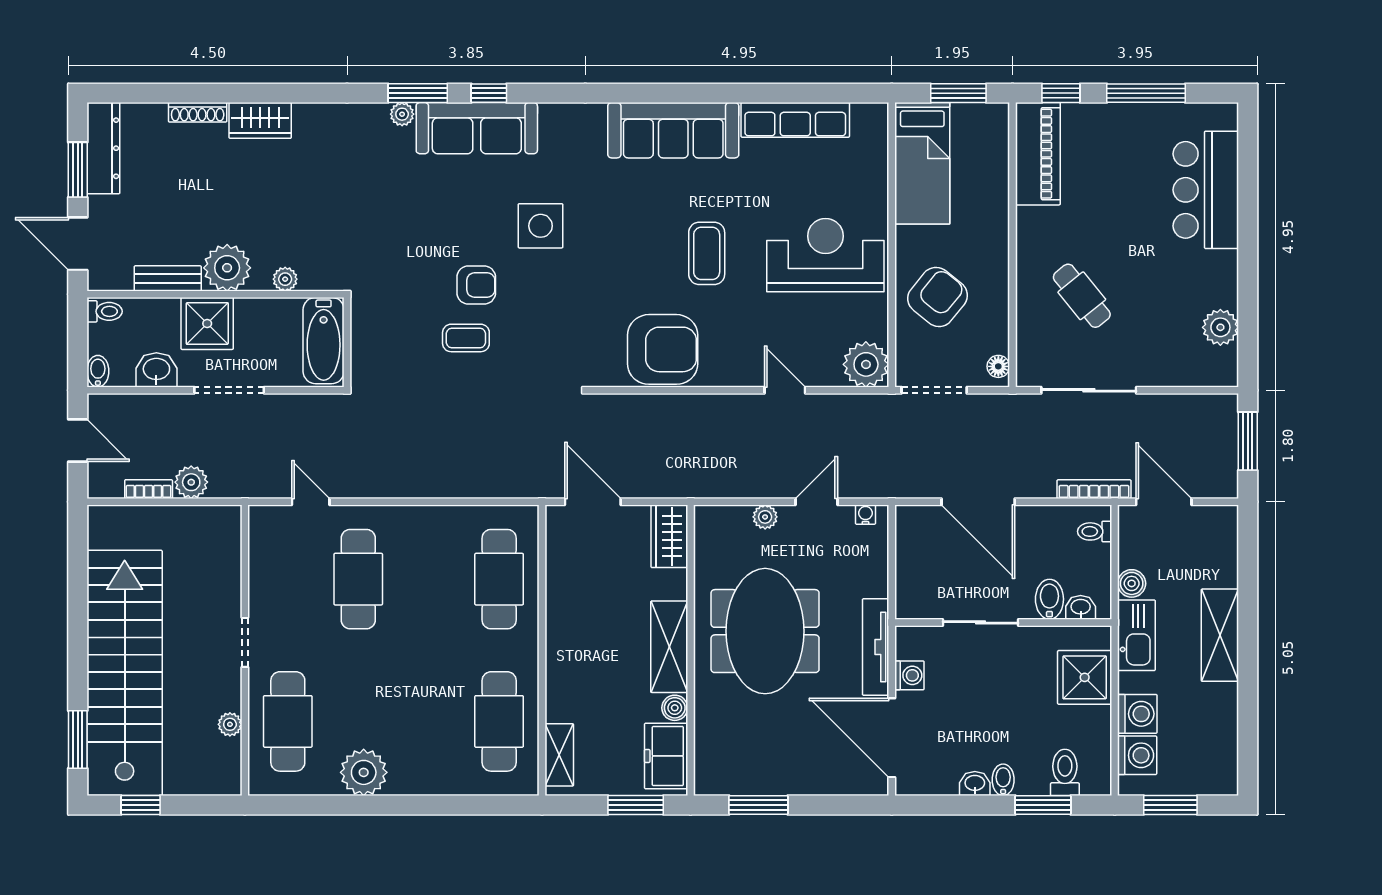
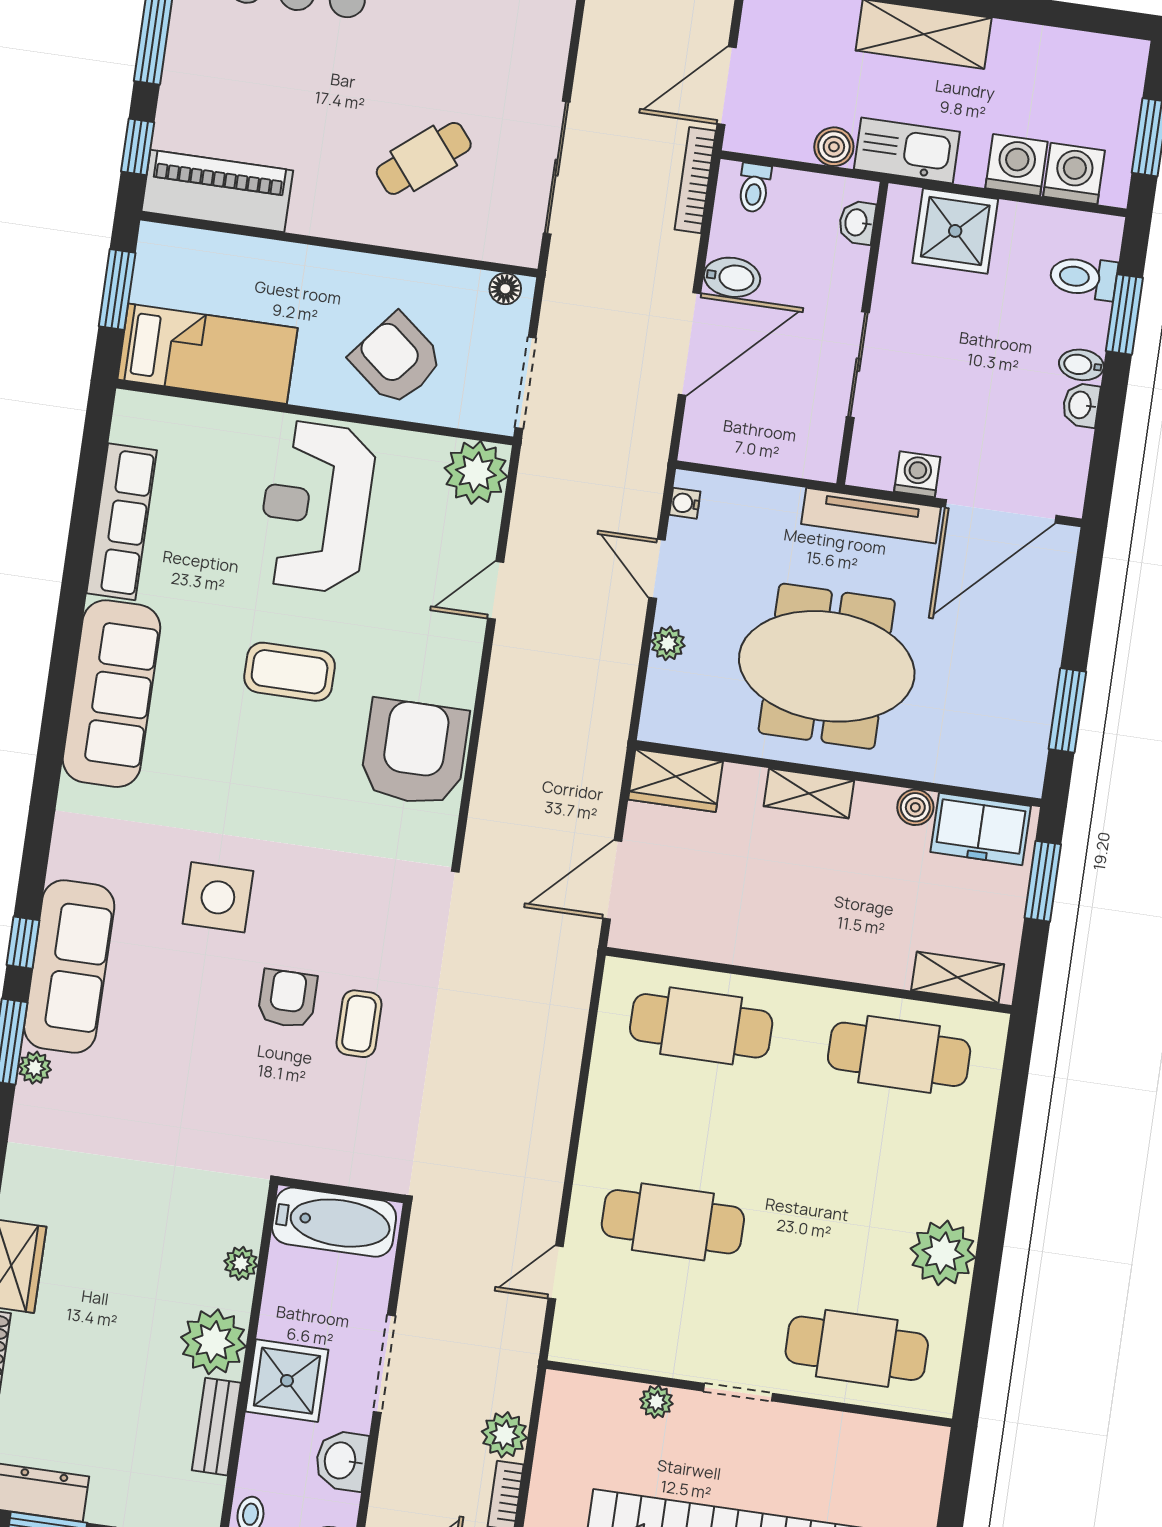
bidet: (1049, 599) -> (732, 277), moved, turned 180
shelving: (669, 647) -> (809, 793), width x0.67, depth x0.75
plant: (230, 724) -> (656, 1402), moved

